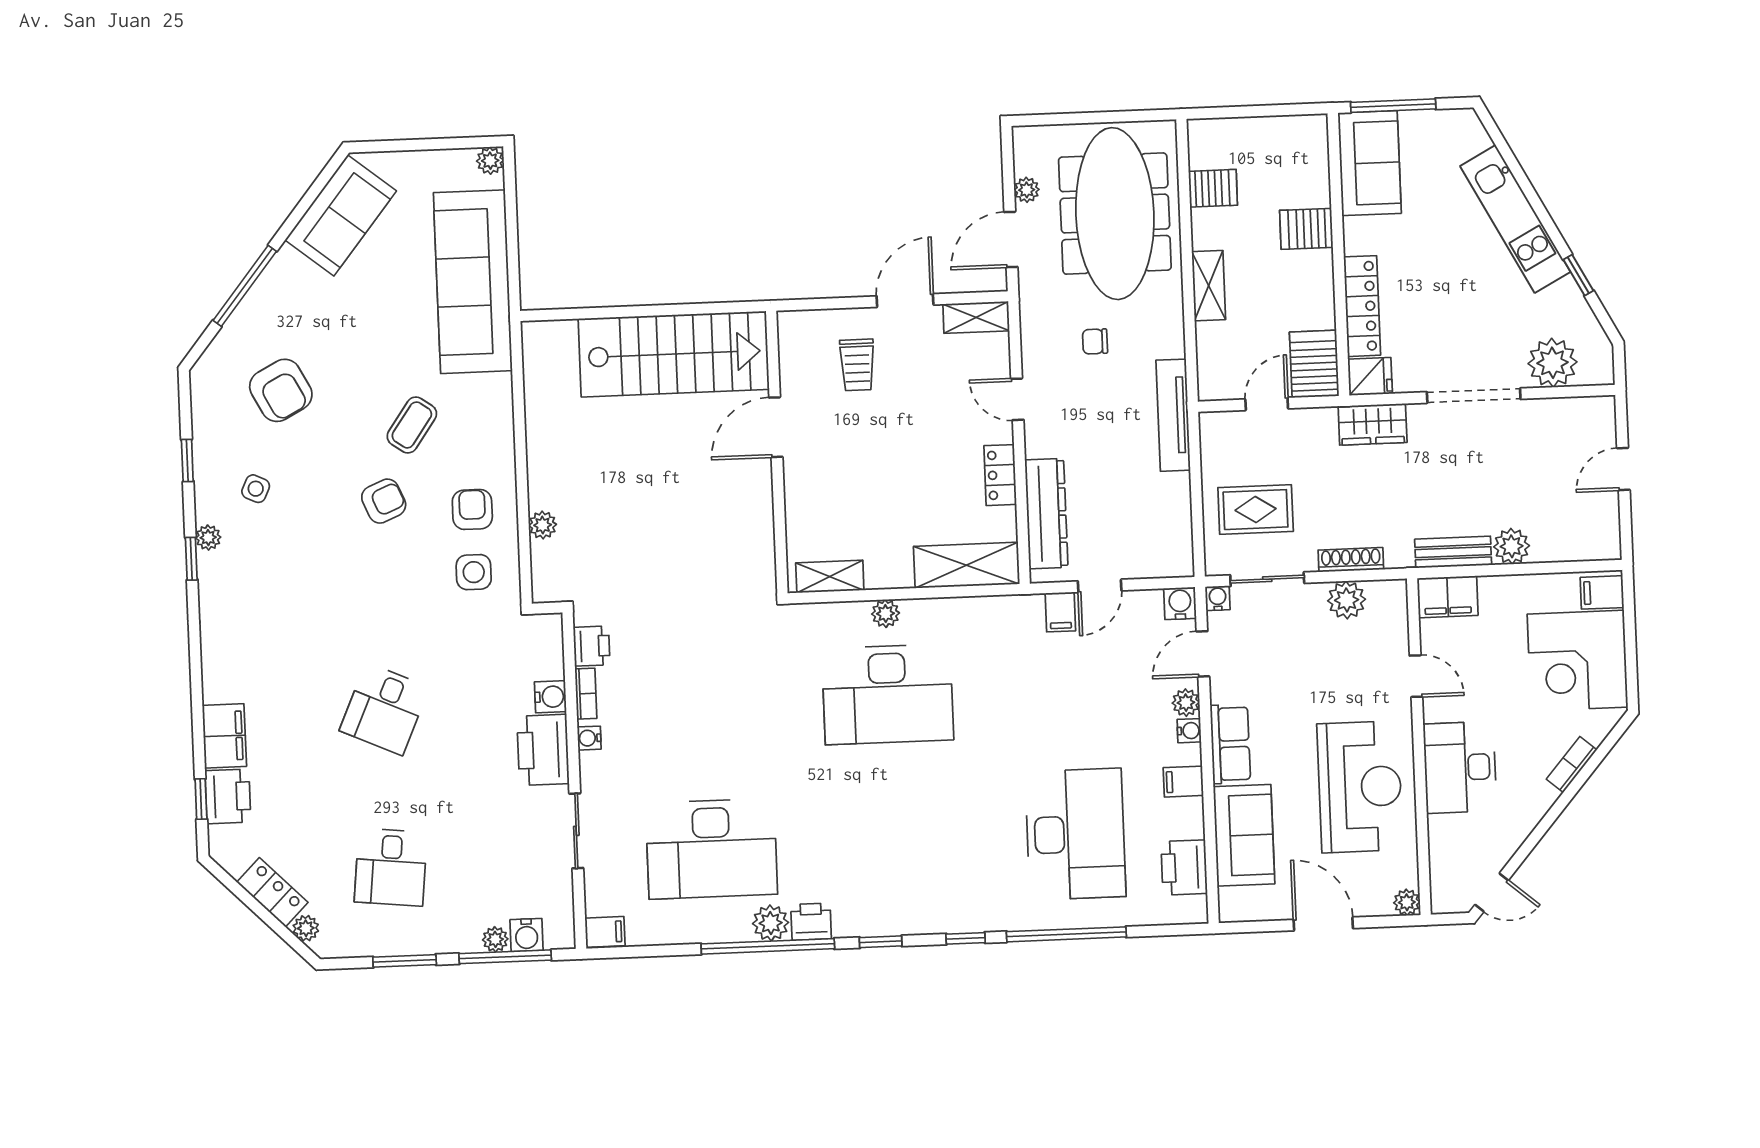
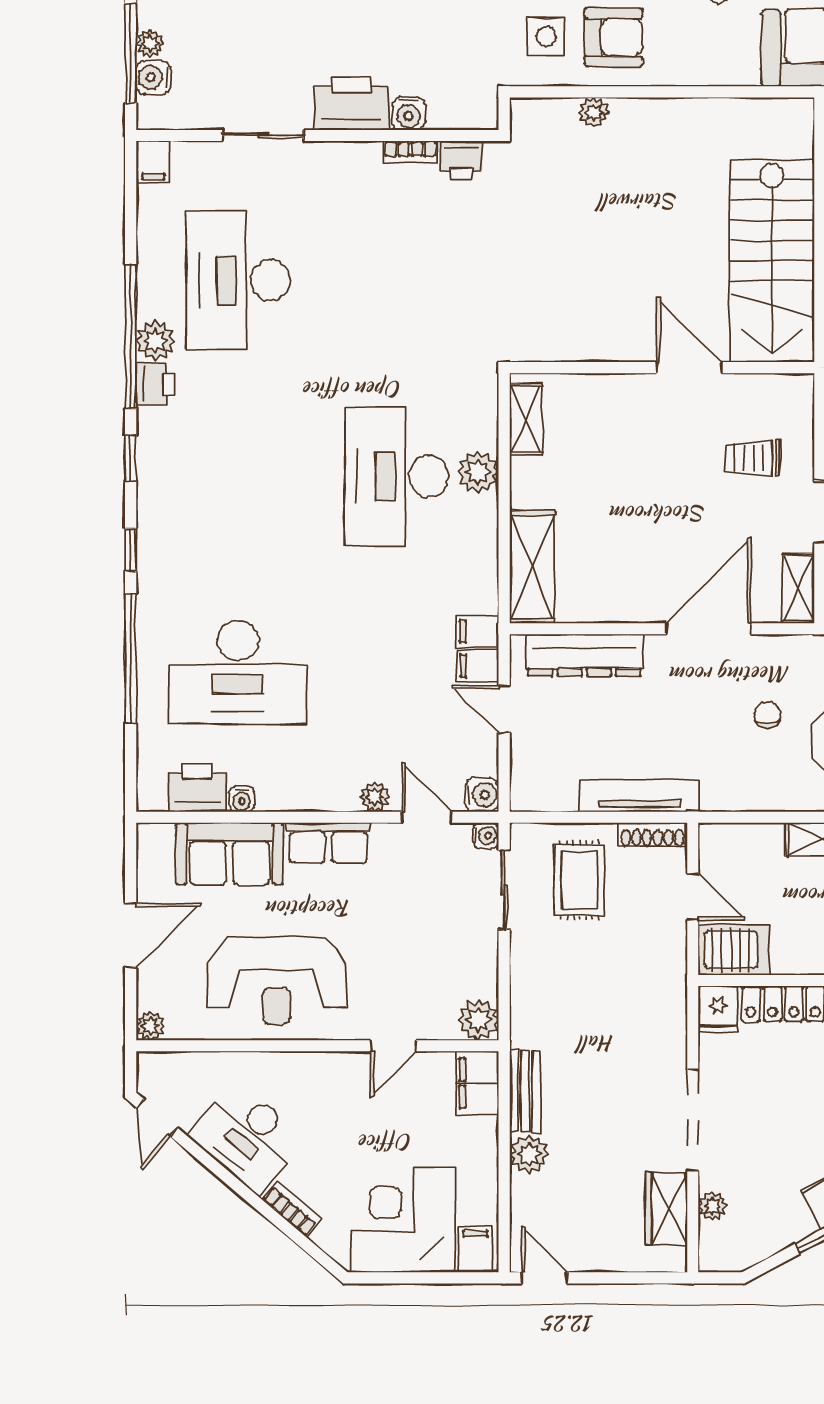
plant: (1553, 363) -> (712, 1206), width x0.53, depth x0.53
door: (1017, 399) -> (708, 629), width x1.87
tv unit: (1173, 415) -> (640, 796), moved
wardrobe: (1373, 424) -> (666, 1209), moved
door: (1623, 469) -> (545, 1278), moved
locker: (1000, 475) -> (628, 607), removed
armchair: (472, 509) -> (613, 37), width x1.38, depth x1.38
shoe rack: (1351, 560) -> (652, 835), moved, turned 90
plant: (1347, 600) -> (478, 1020), moved
plant: (886, 614) -> (478, 472), width x1.38, depth x1.38
water cooler: (1189, 731) -> (242, 799), moved
water cooler: (589, 738) -> (362, 153), removed
desk: (1460, 767) -> (247, 1137), moved, turned -140
filing cabinet: (1183, 782) -> (478, 631), moved, turned -90

